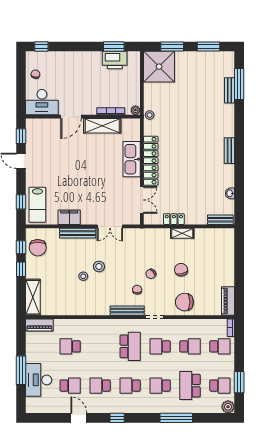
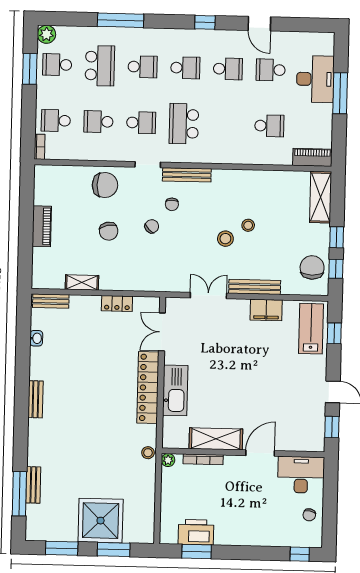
shower: (159, 67) -> (101, 521), moved
shelving: (182, 233) -> (82, 282), moved
piano: (228, 301) -> (42, 226), moved

